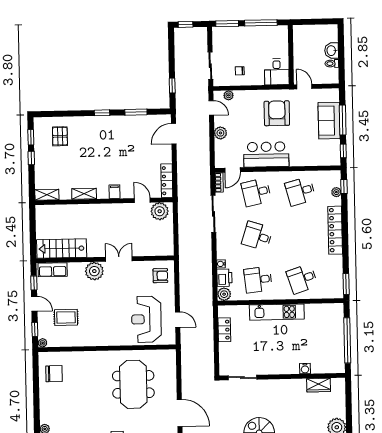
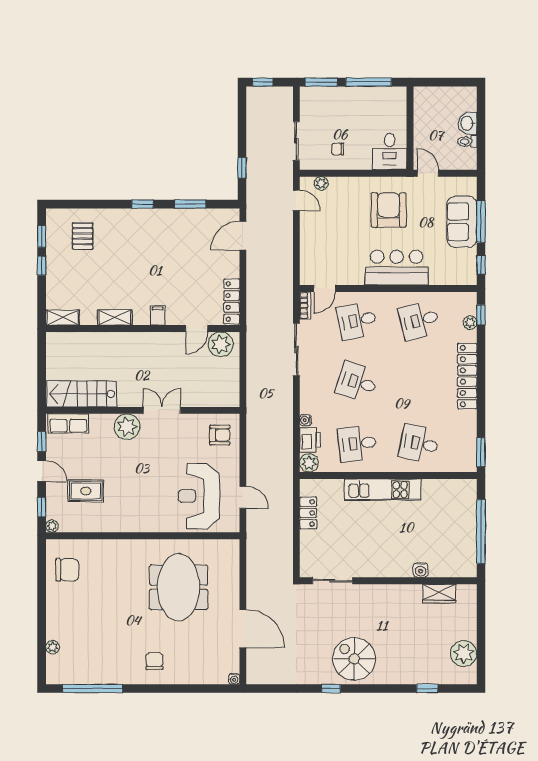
plant: (220, 133) -> (309, 236), removed
bar counter: (266, 154) -> (397, 268), moved
door: (142, 200) -> (197, 329), swing flipped
desk: (302, 279) -> (419, 444), turned 30

